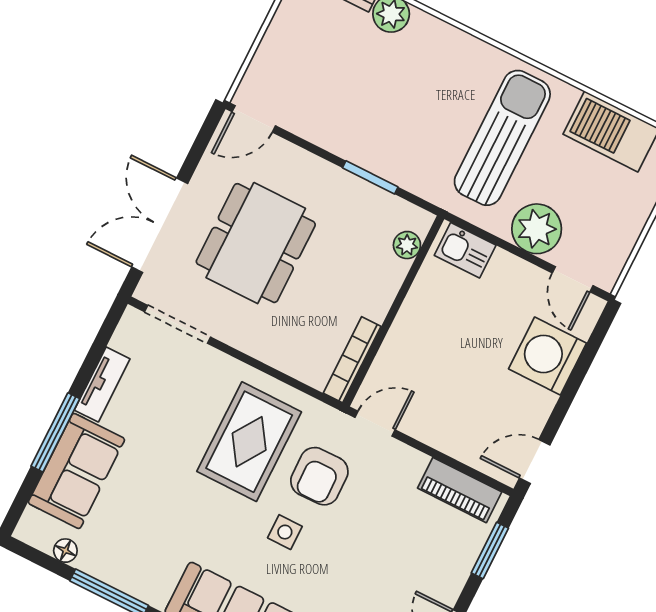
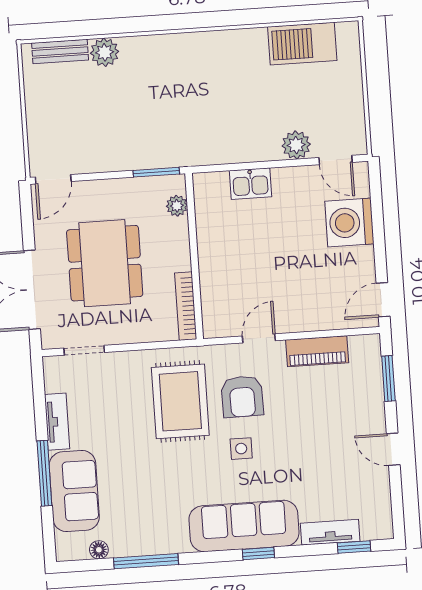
sun lounger: (502, 138) -> (230, 92), removed
plant: (537, 229) -> (296, 145), width x0.73, depth x0.73
plant: (407, 245) -> (177, 206), moved
wall: (393, 311) -> (194, 256), moved
doorway: (178, 324) -> (84, 350), width x0.73
bookcase: (352, 360) -> (186, 306), moved
piano: (460, 490) -> (317, 351), moved

